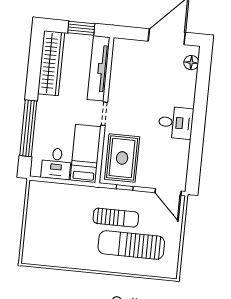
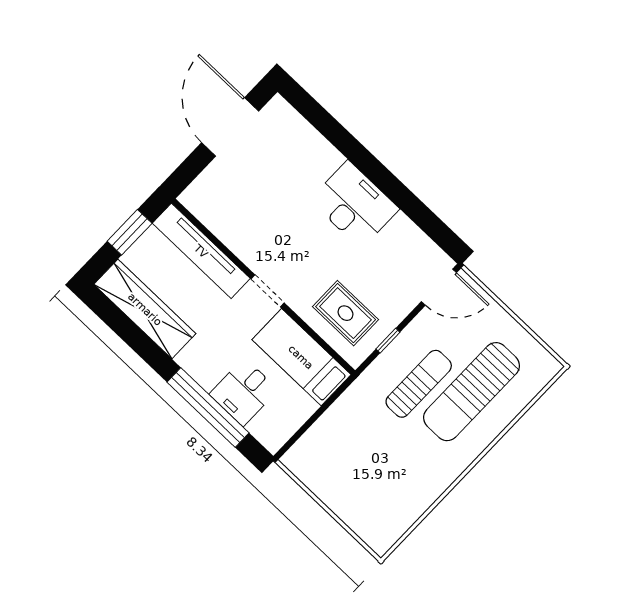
floor lamp: (191, 63) -> (290, 121), removed
desk: (176, 123) -> (354, 205), width x1.37
rug: (122, 158) -> (346, 313), width x0.73, depth x0.70
desk: (56, 164) -> (244, 392), moved, turned 90

